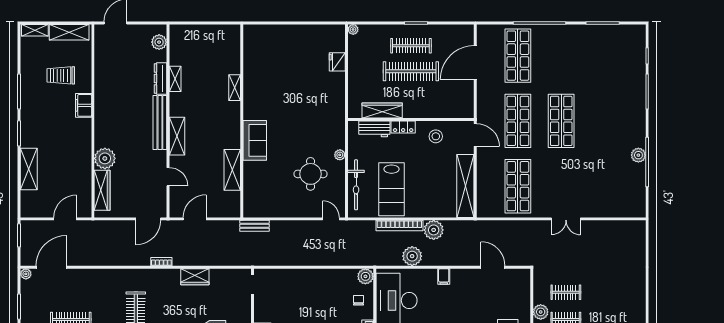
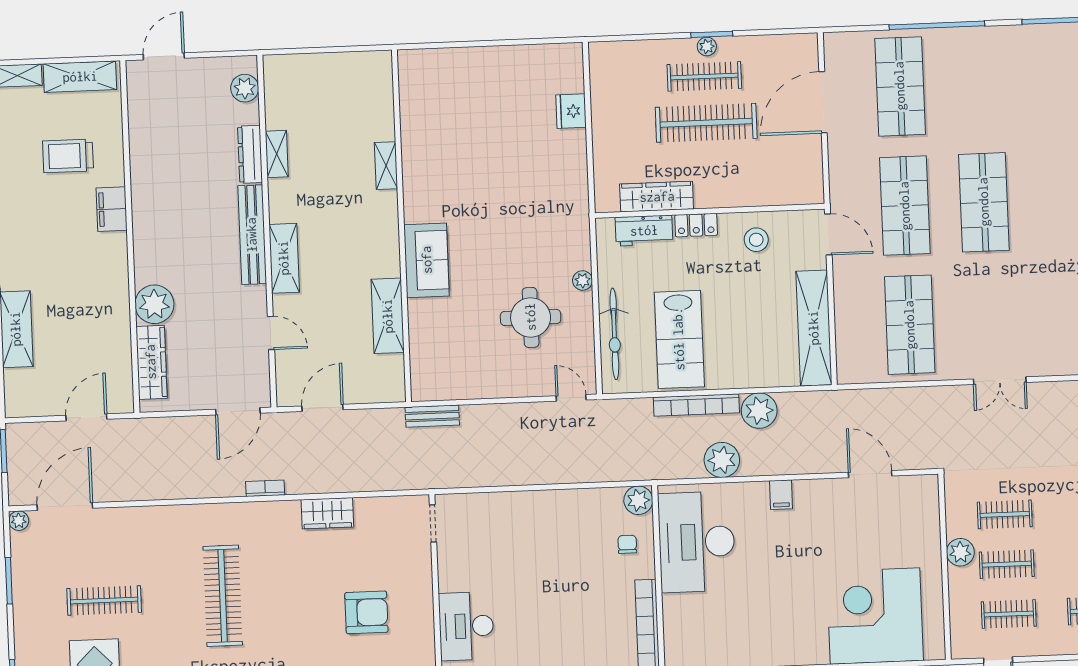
plant: (353, 29) -> (707, 46), moved

